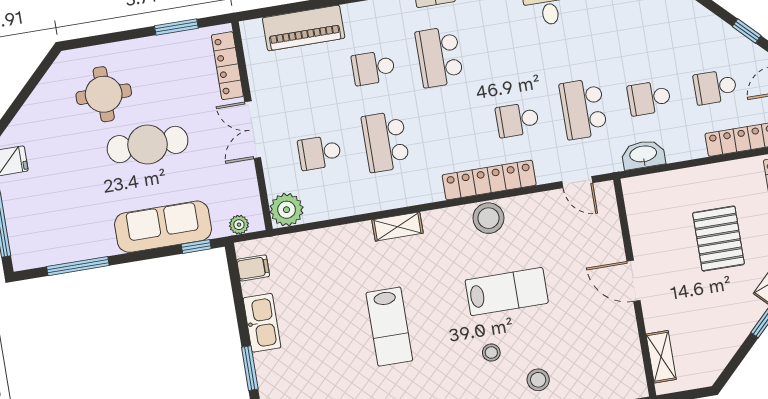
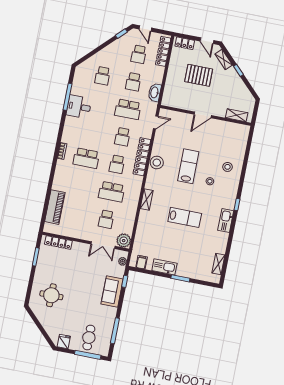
school desk: (637, 24) -> (103, 76), added
school desk: (373, 68) -> (117, 164), moved
double door: (253, 130) -> (103, 245), moved
cafe table: (148, 144) -> (89, 338), moved, width x0.73, depth x0.74
sofa: (163, 227) -> (112, 291), width x0.73

